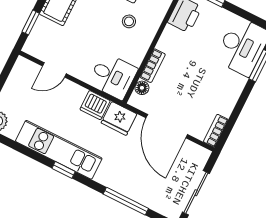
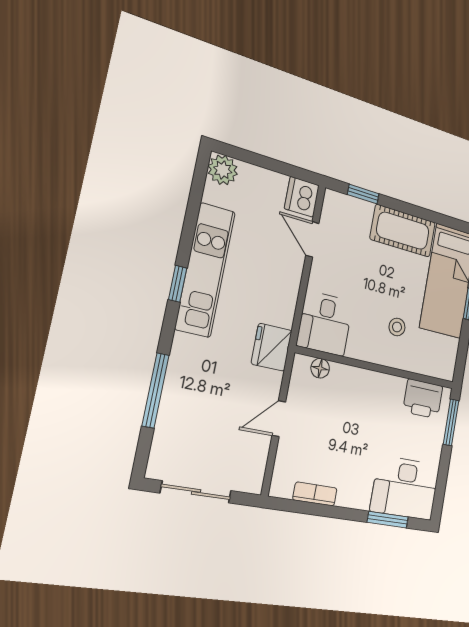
bookcase: (153, 66) -> (352, 375), removed
dishwasher: (95, 105) -> (302, 197), moved
door: (167, 126) -> (279, 419), width x0.53
bookcase: (216, 131) -> (315, 494), moved

